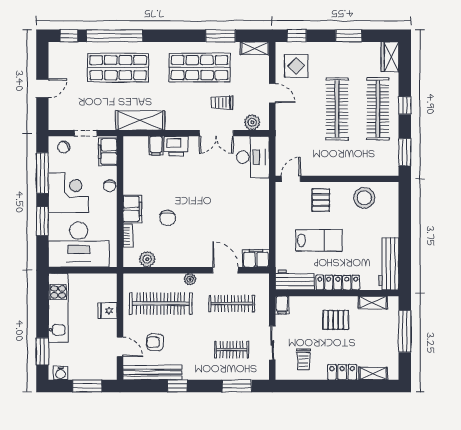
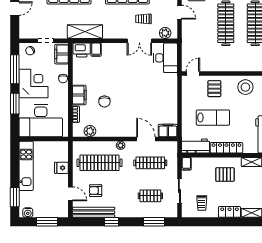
printer: (176, 146) -> (82, 50), moved

